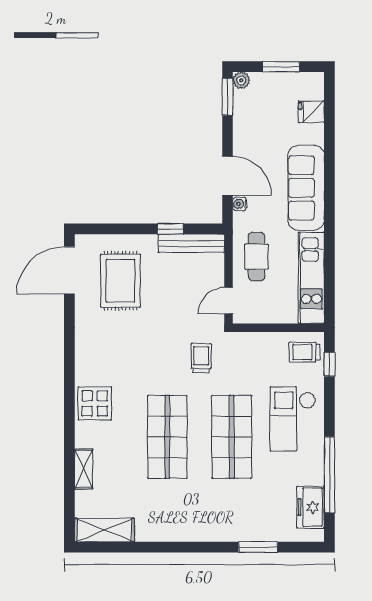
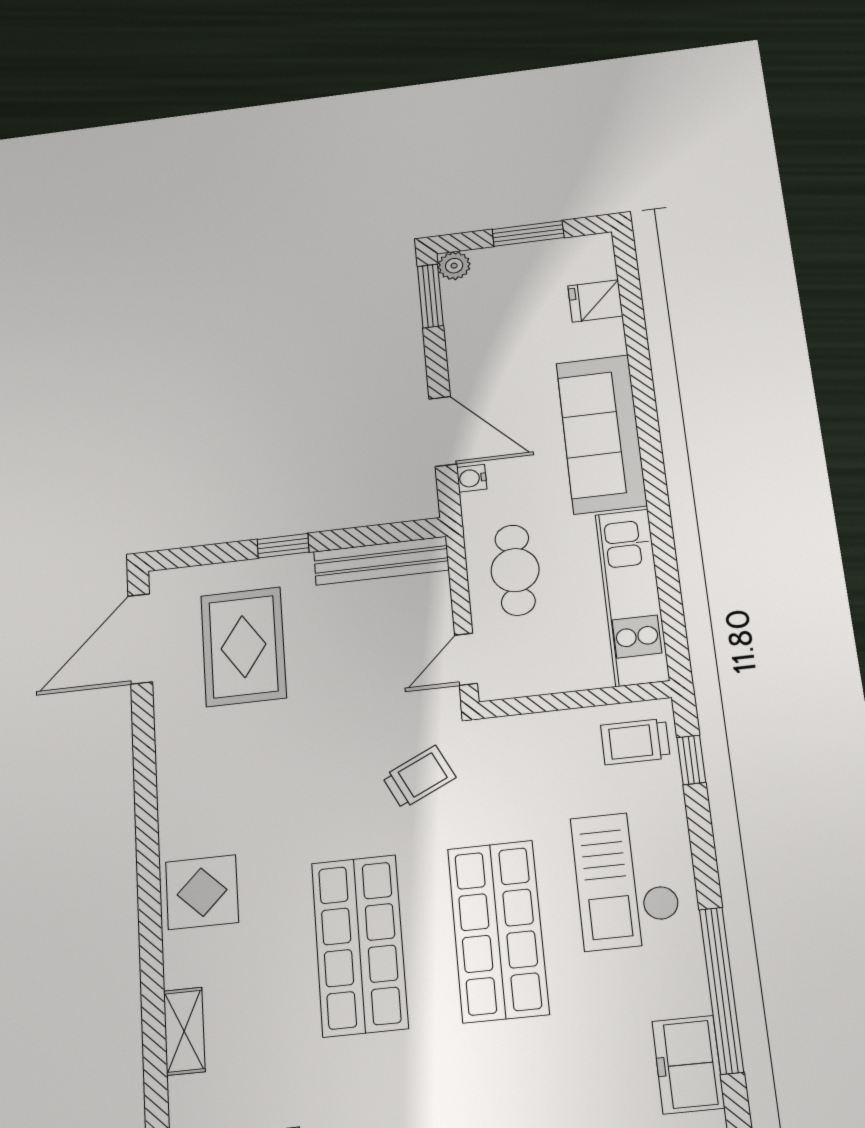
window: (170, 229) -> (283, 546), moved
trolley: (201, 358) -> (419, 777), turned 64

